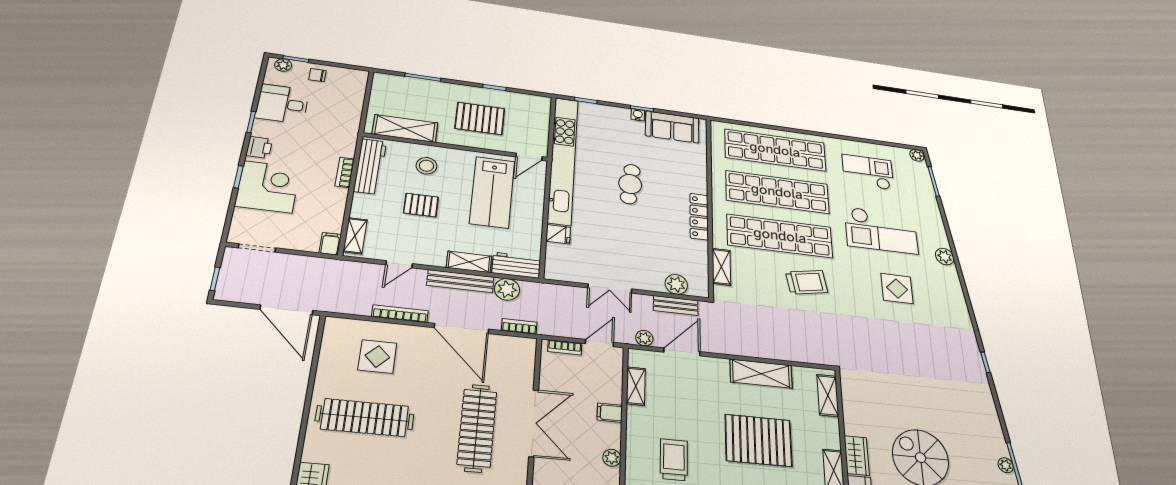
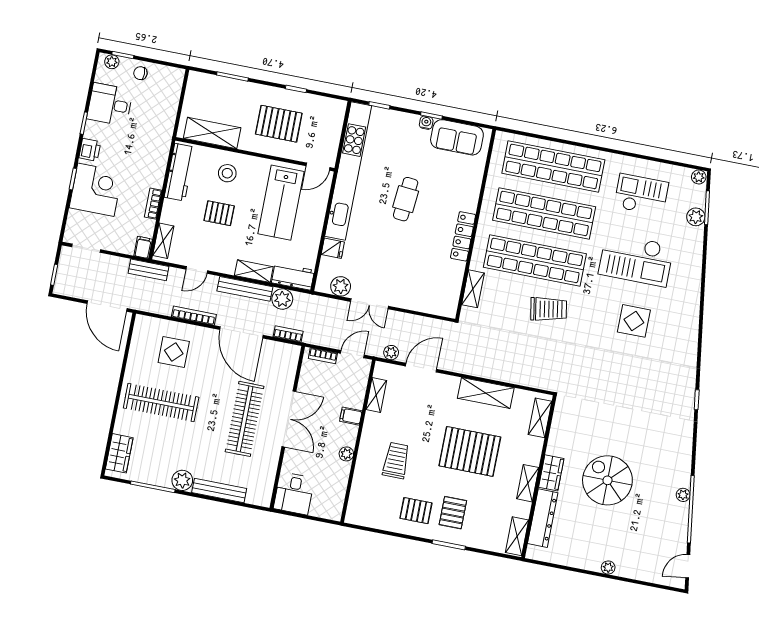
bookcase: (345, 172) -> (153, 204), moved
plant: (945, 257) -> (696, 217), moved
plant: (676, 284) -> (341, 286), moved
bench: (676, 305) -> (148, 270), moved

